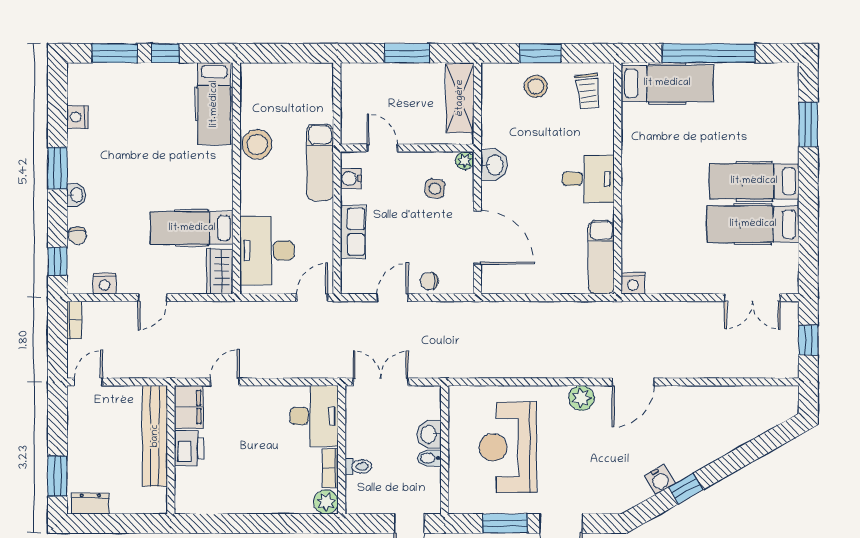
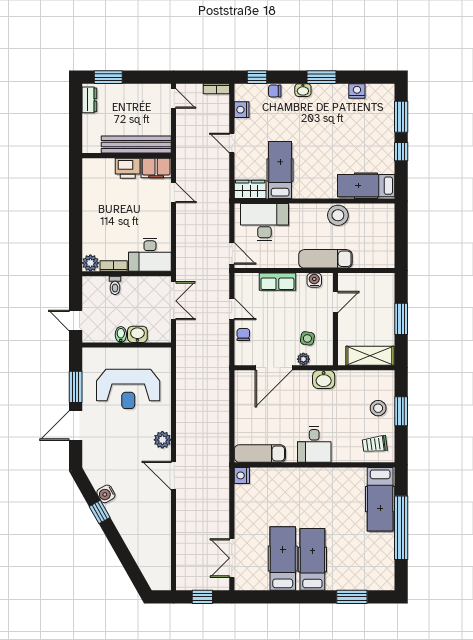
plant: (465, 160) -> (303, 359), moved
reception desk: (508, 447) -> (128, 389), turned 180

